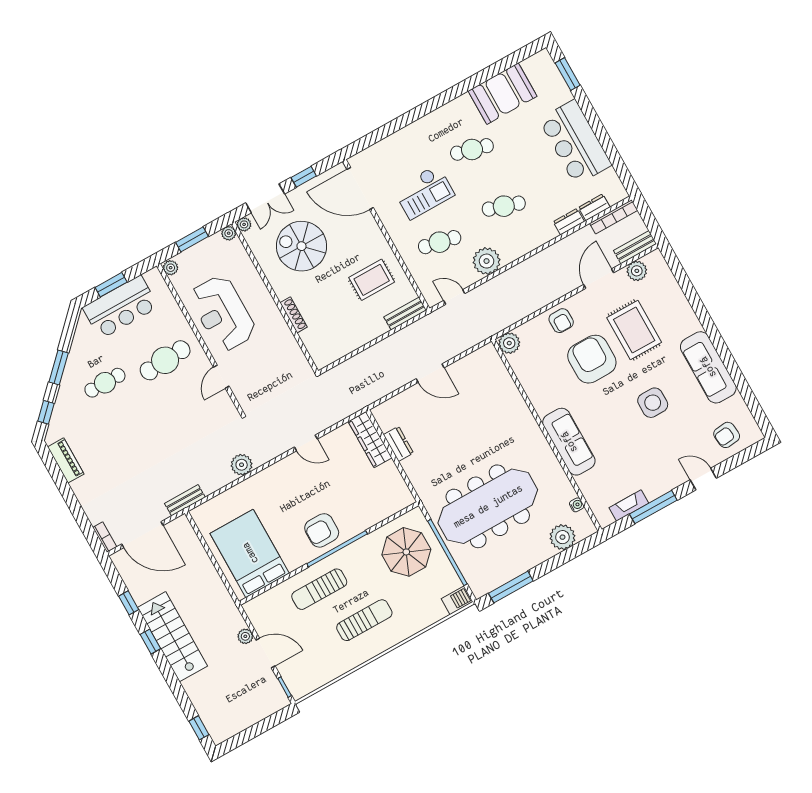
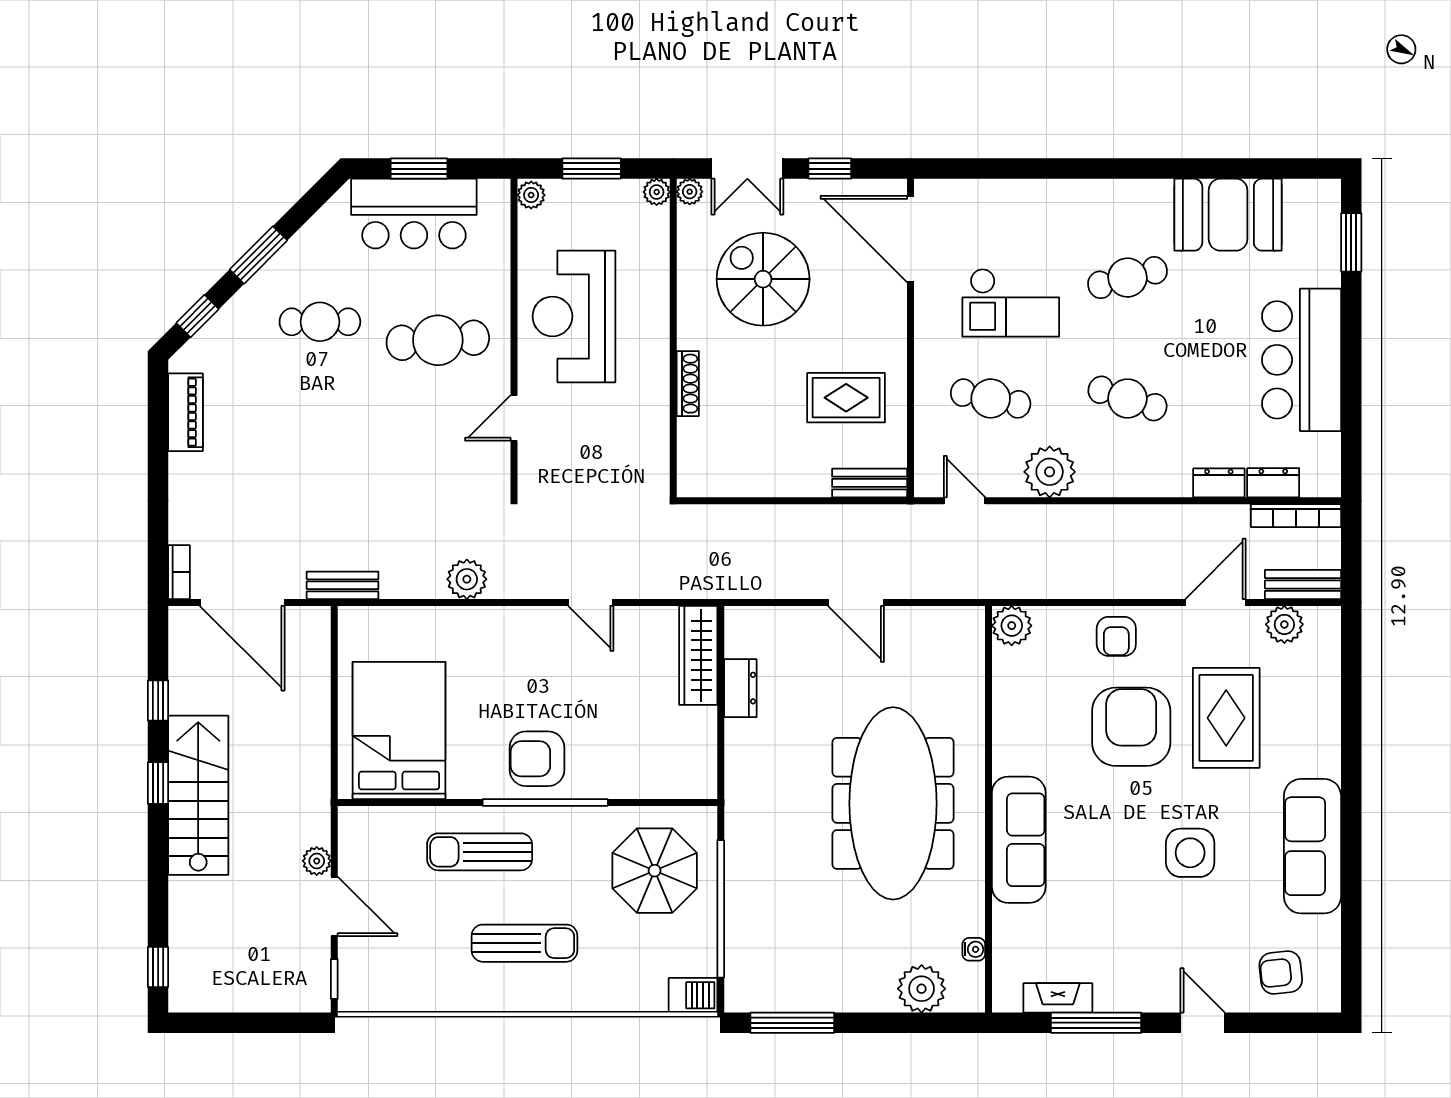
cafe table: (472, 149) -> (1128, 278), turned -30
meeting table: (488, 506) -> (893, 803), moved, turned 90

